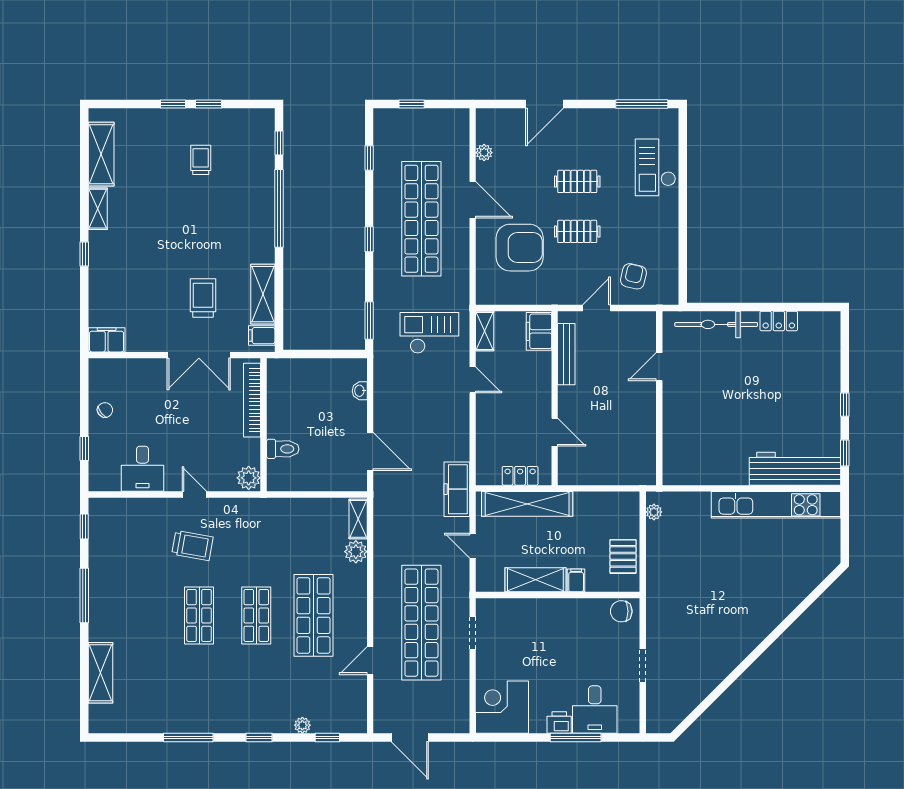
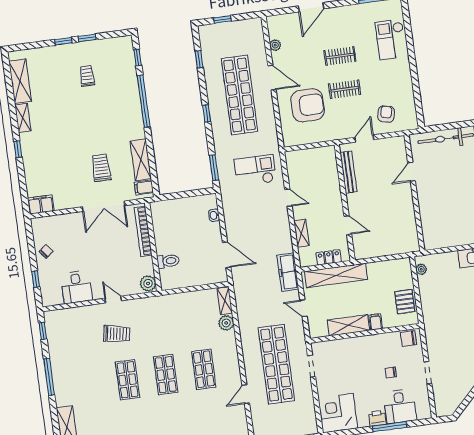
shelving: (485, 331) -> (301, 233), moved
filing cabinet: (539, 331) -> (328, 159), removed
shop shelf: (314, 615) -> (204, 369), width x0.70, depth x0.74
chair: (588, 658) -> (391, 373), added

